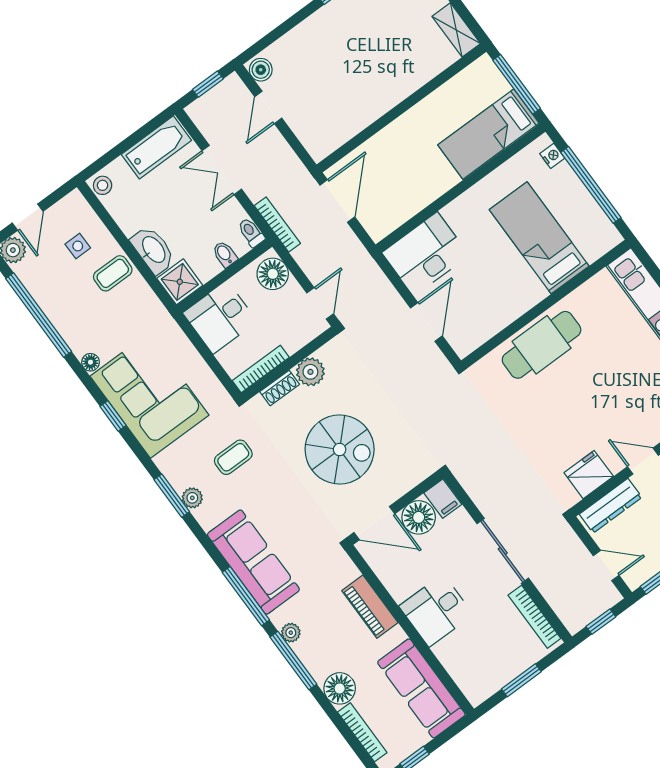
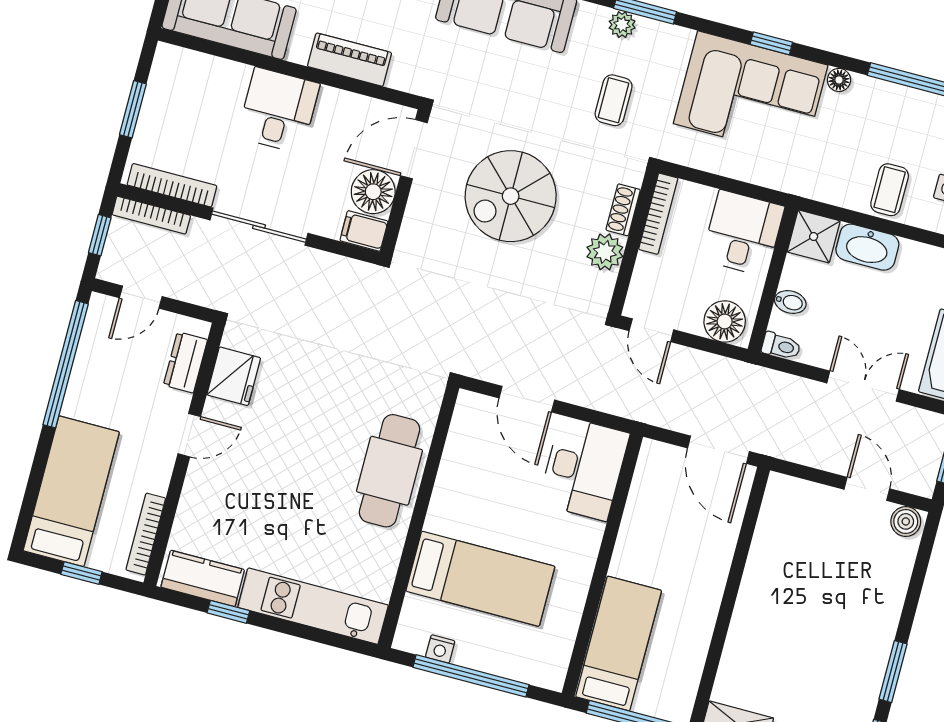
nightstand: (552, 156) -> (440, 649), moved
bookcase: (277, 224) -> (151, 215), moved
dresser: (611, 506) -> (185, 362), width x0.70

